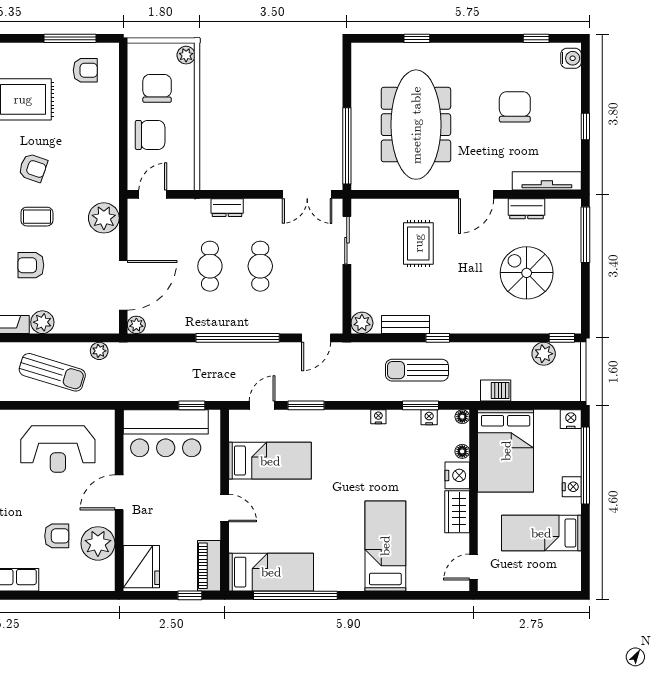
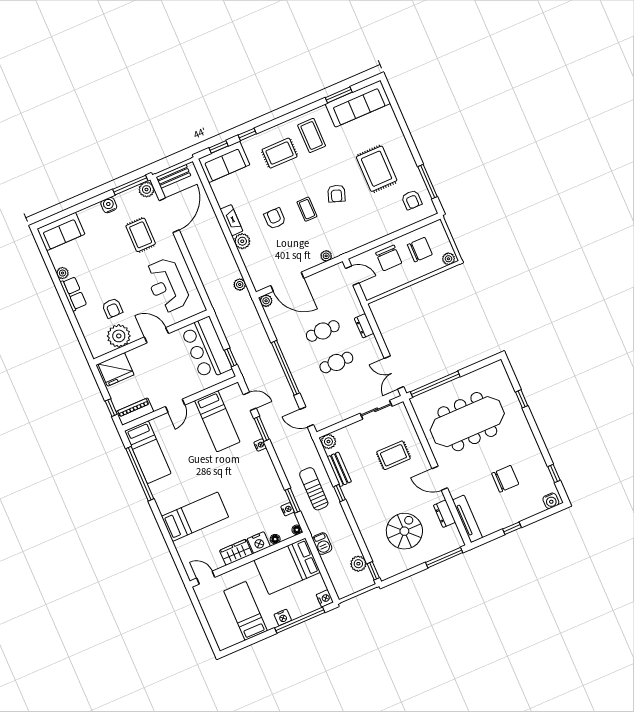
plant: (104, 218) -> (326, 256), width x0.53, depth x0.53
sun lounger: (52, 372) -> (214, 261), removed
nightstand: (378, 417) -> (260, 445), moved

